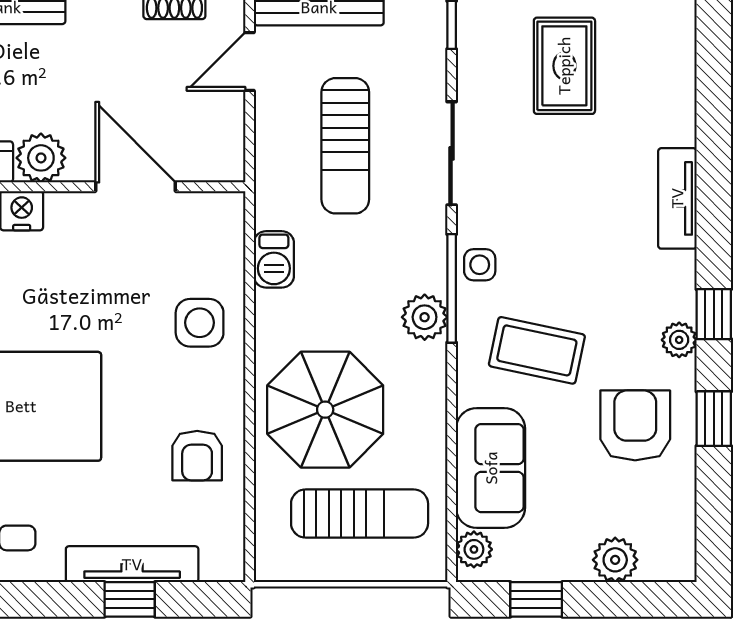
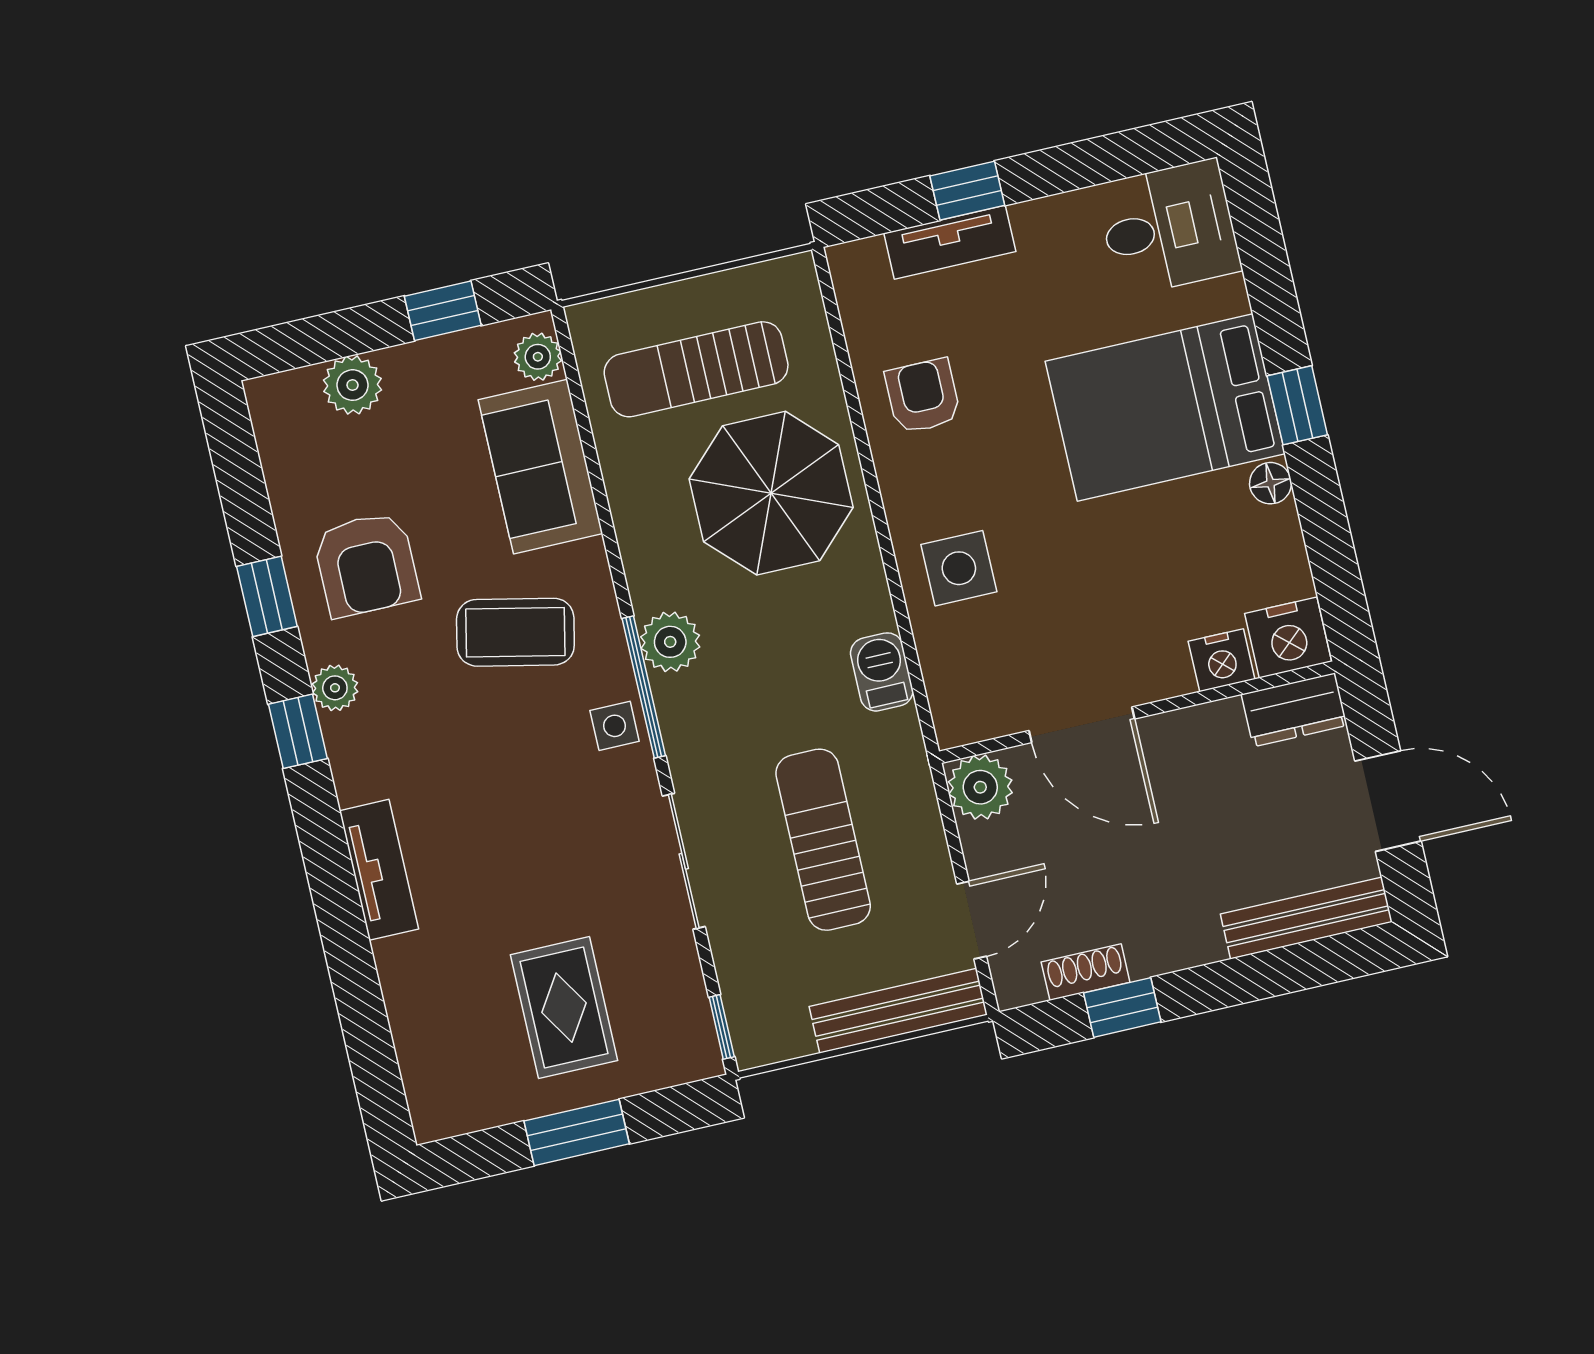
plant: (41, 158) -> (980, 787), moved
tv unit: (132, 564) -> (950, 242), width x0.71

